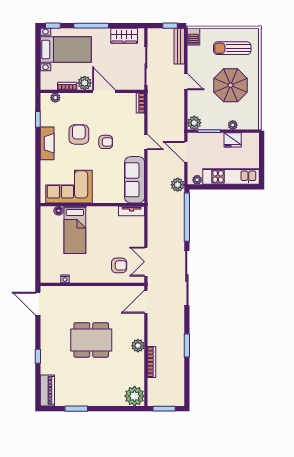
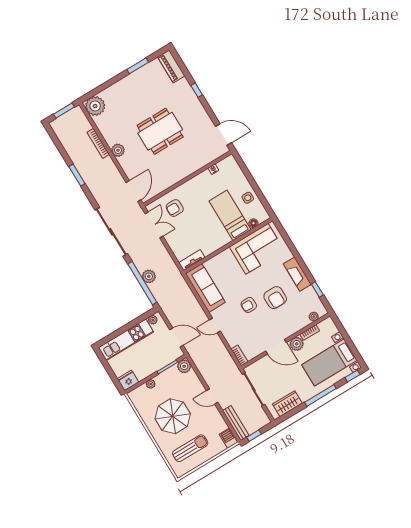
fridge: (233, 140) -> (128, 380), moved
plant: (178, 185) -> (149, 276), moved
side table: (50, 236) -> (248, 198), added

